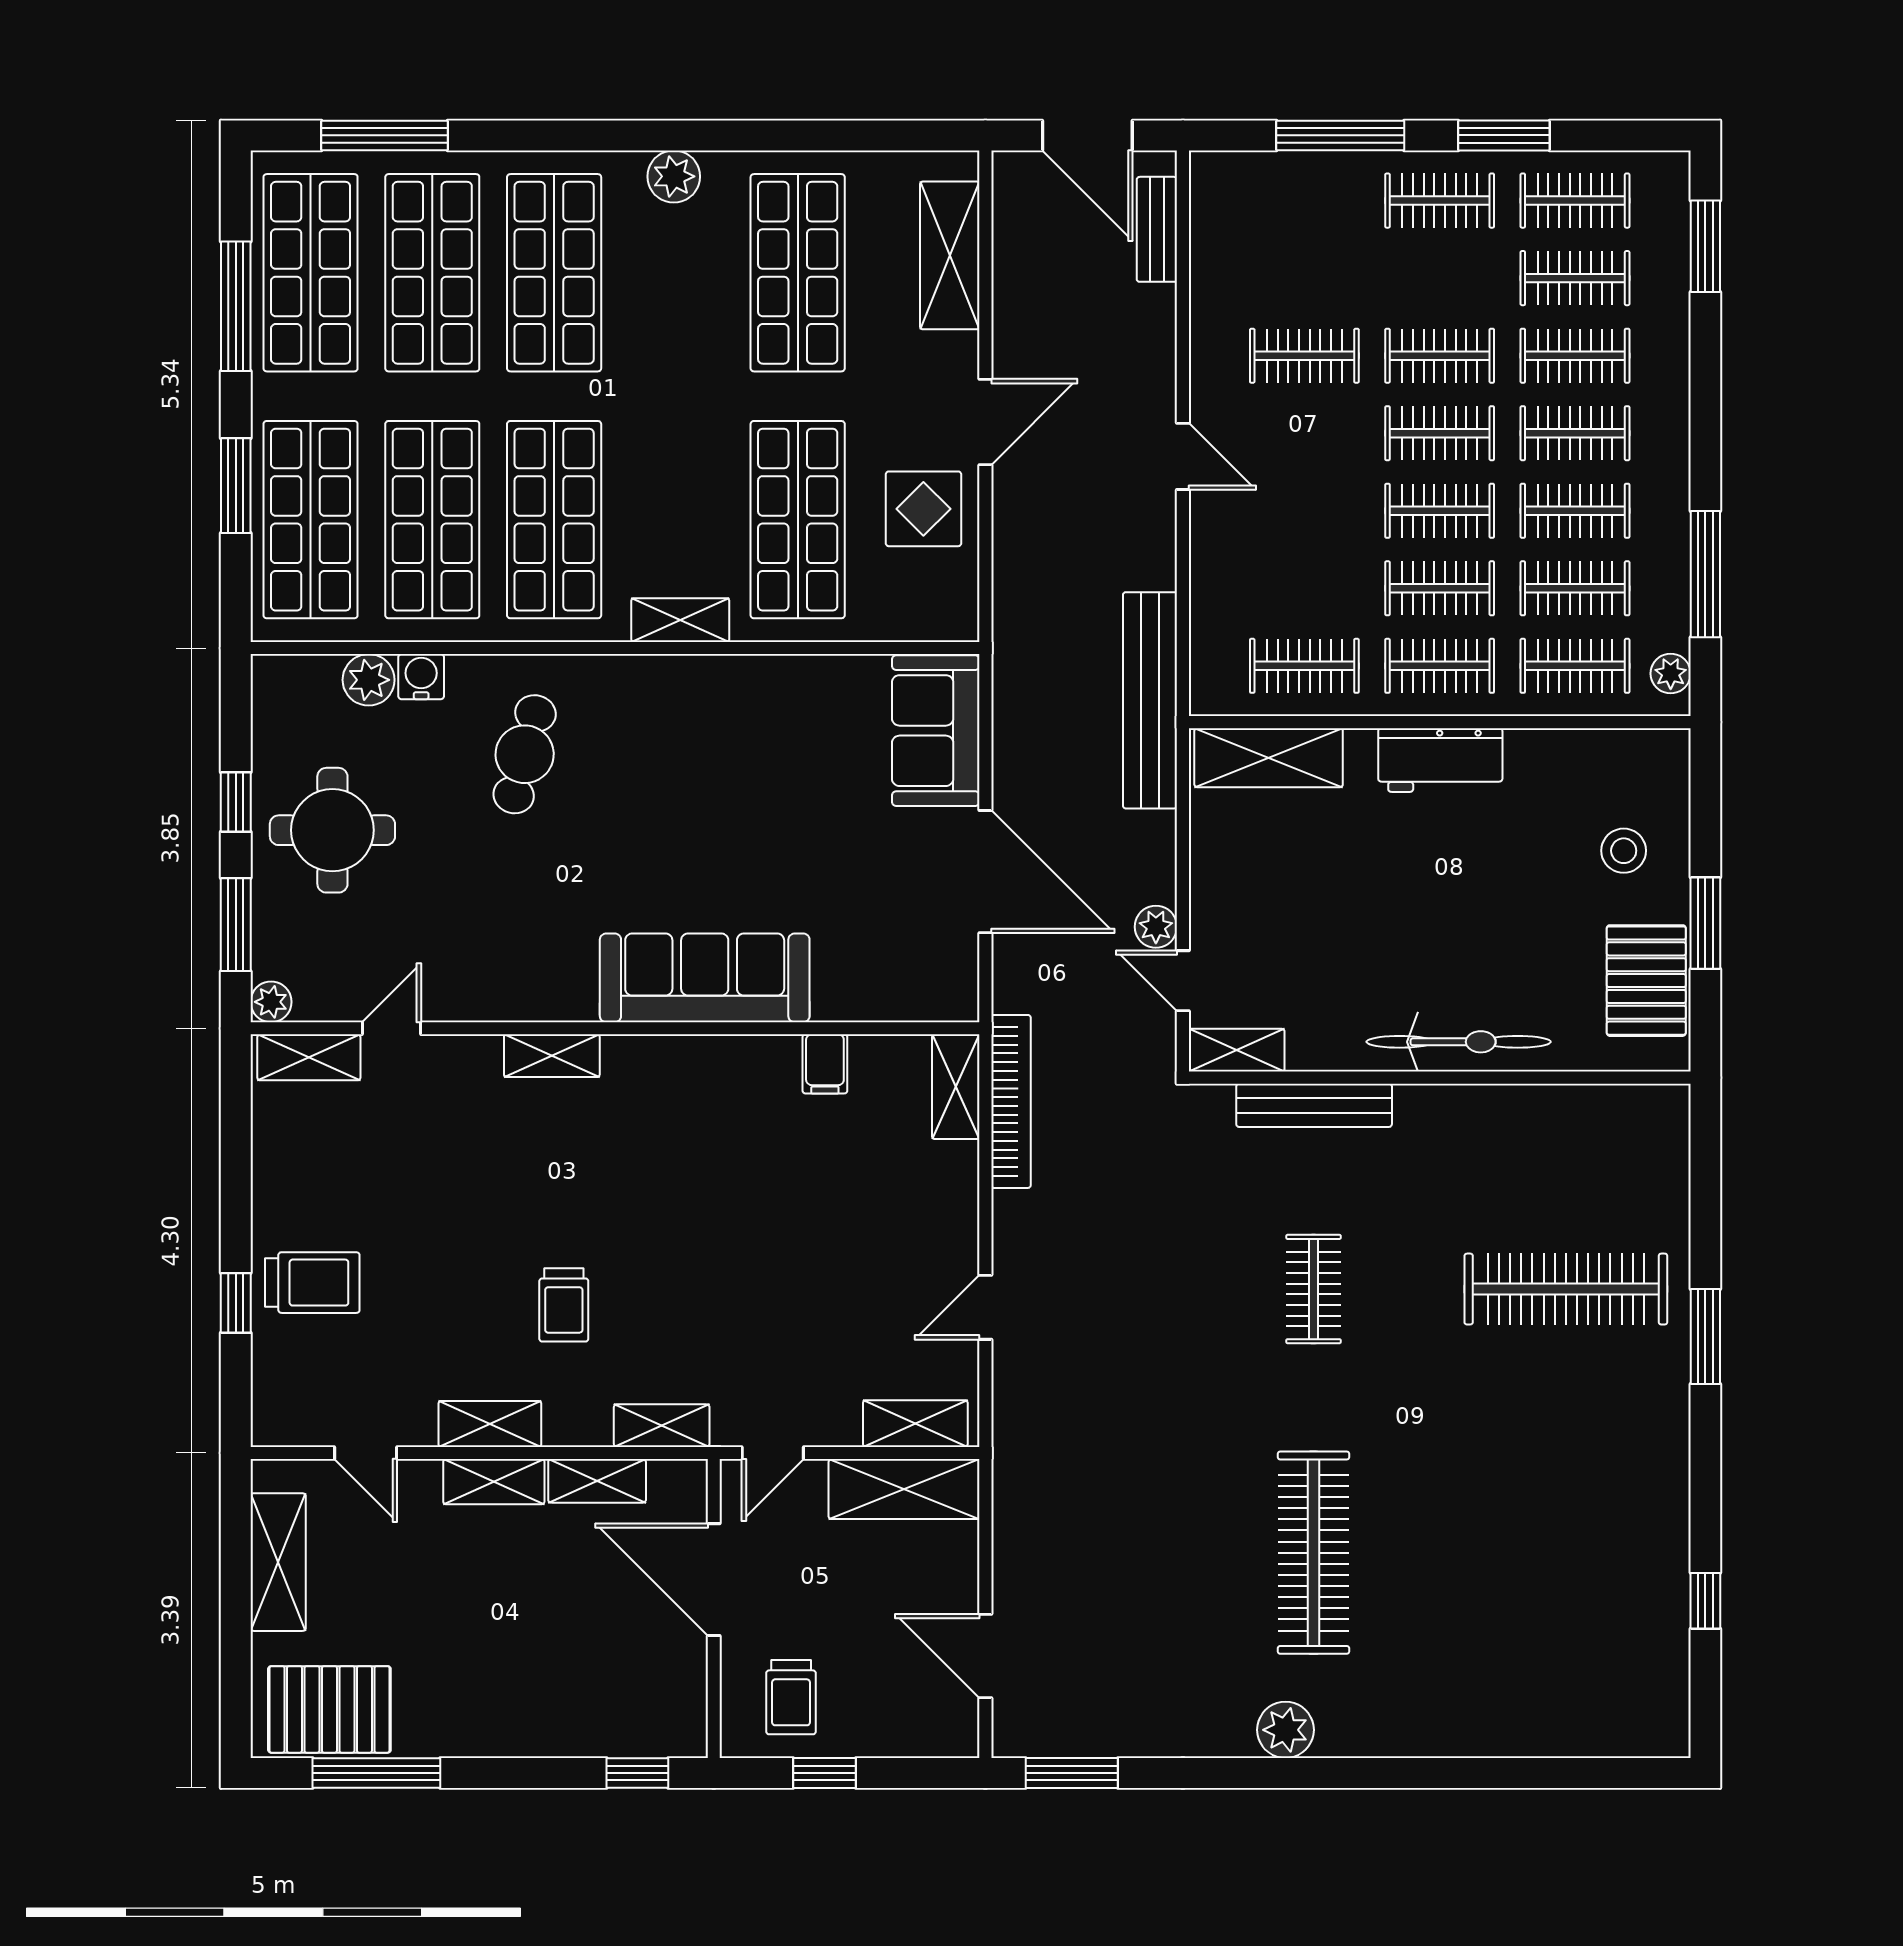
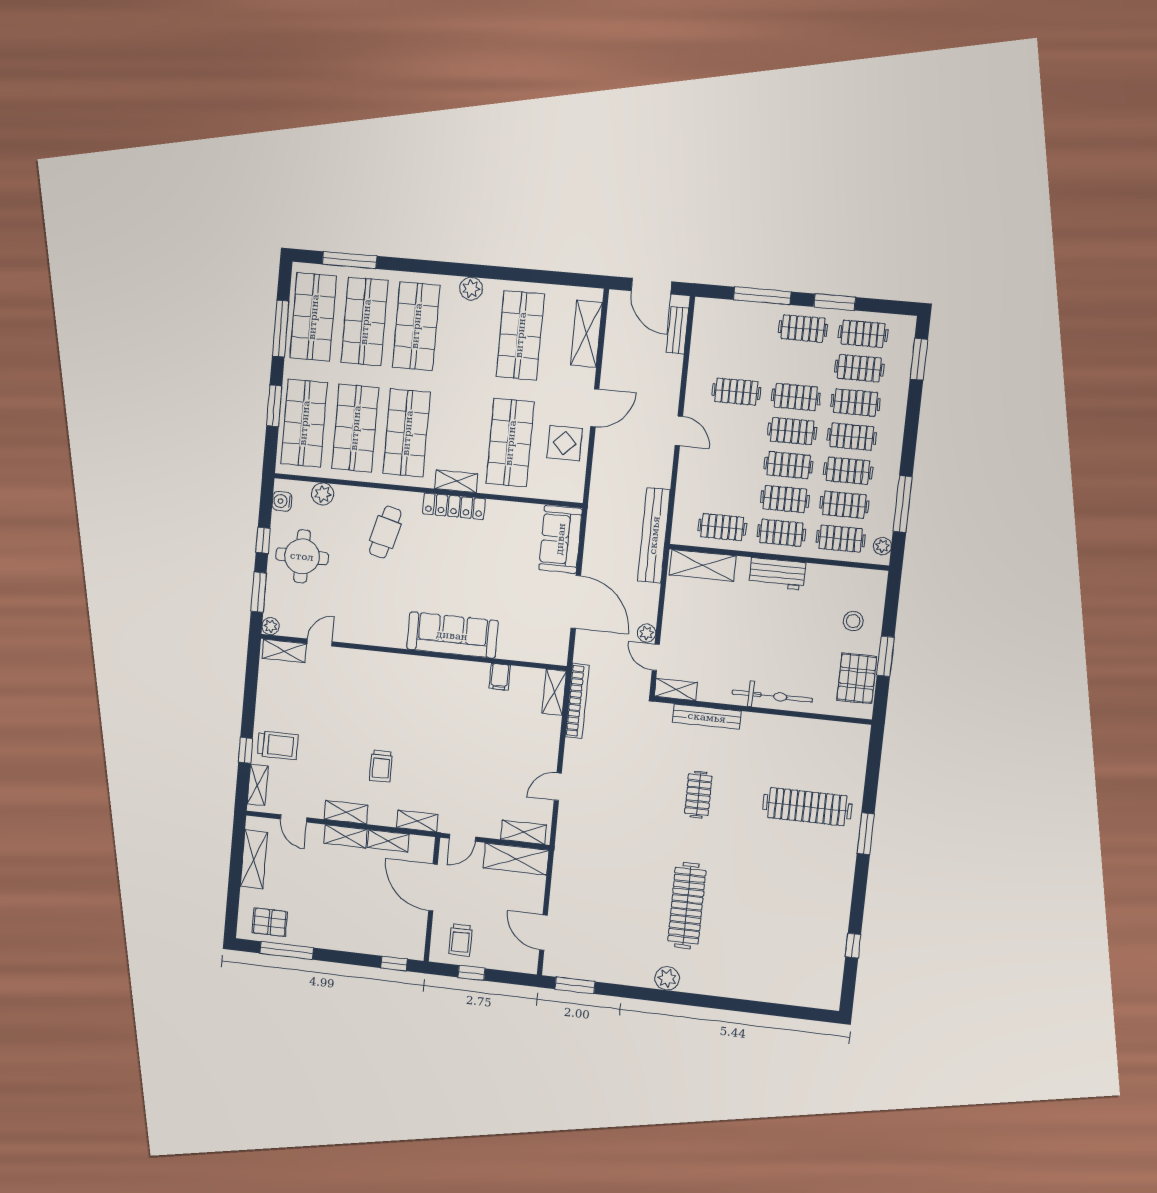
water cooler: (421, 677) -> (282, 501), moved, turned -90
locker: (680, 678) -> (454, 506), added
shelving: (552, 1056) -> (258, 785), moved, turned 90
pallet: (329, 1709) -> (270, 922), width x0.67, depth x0.71

